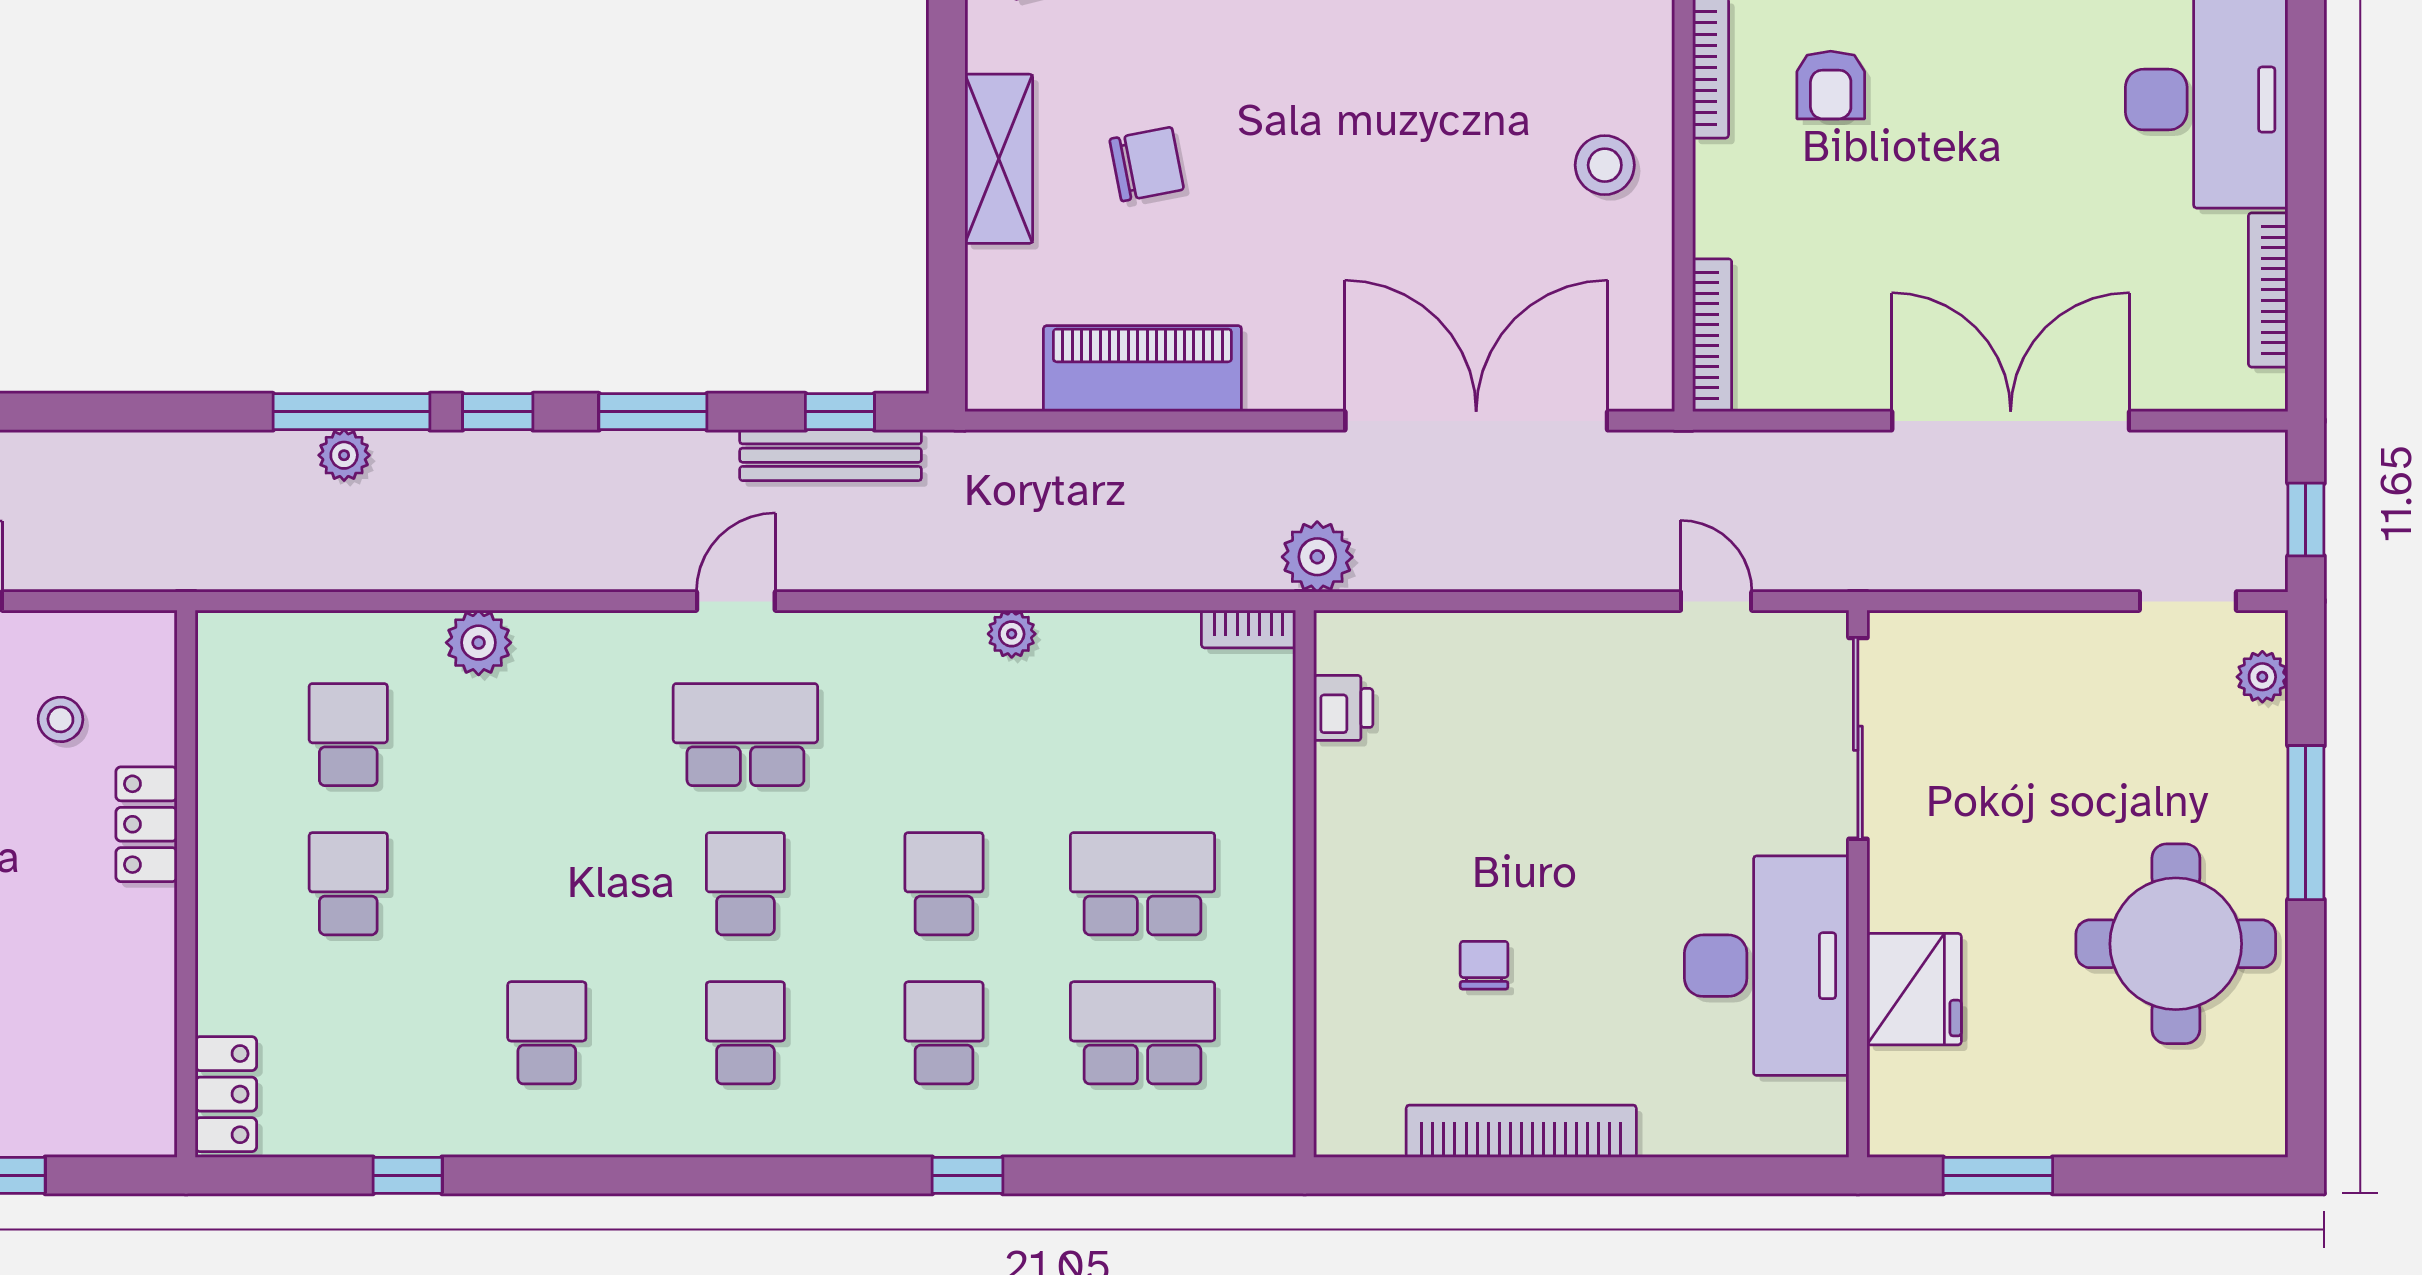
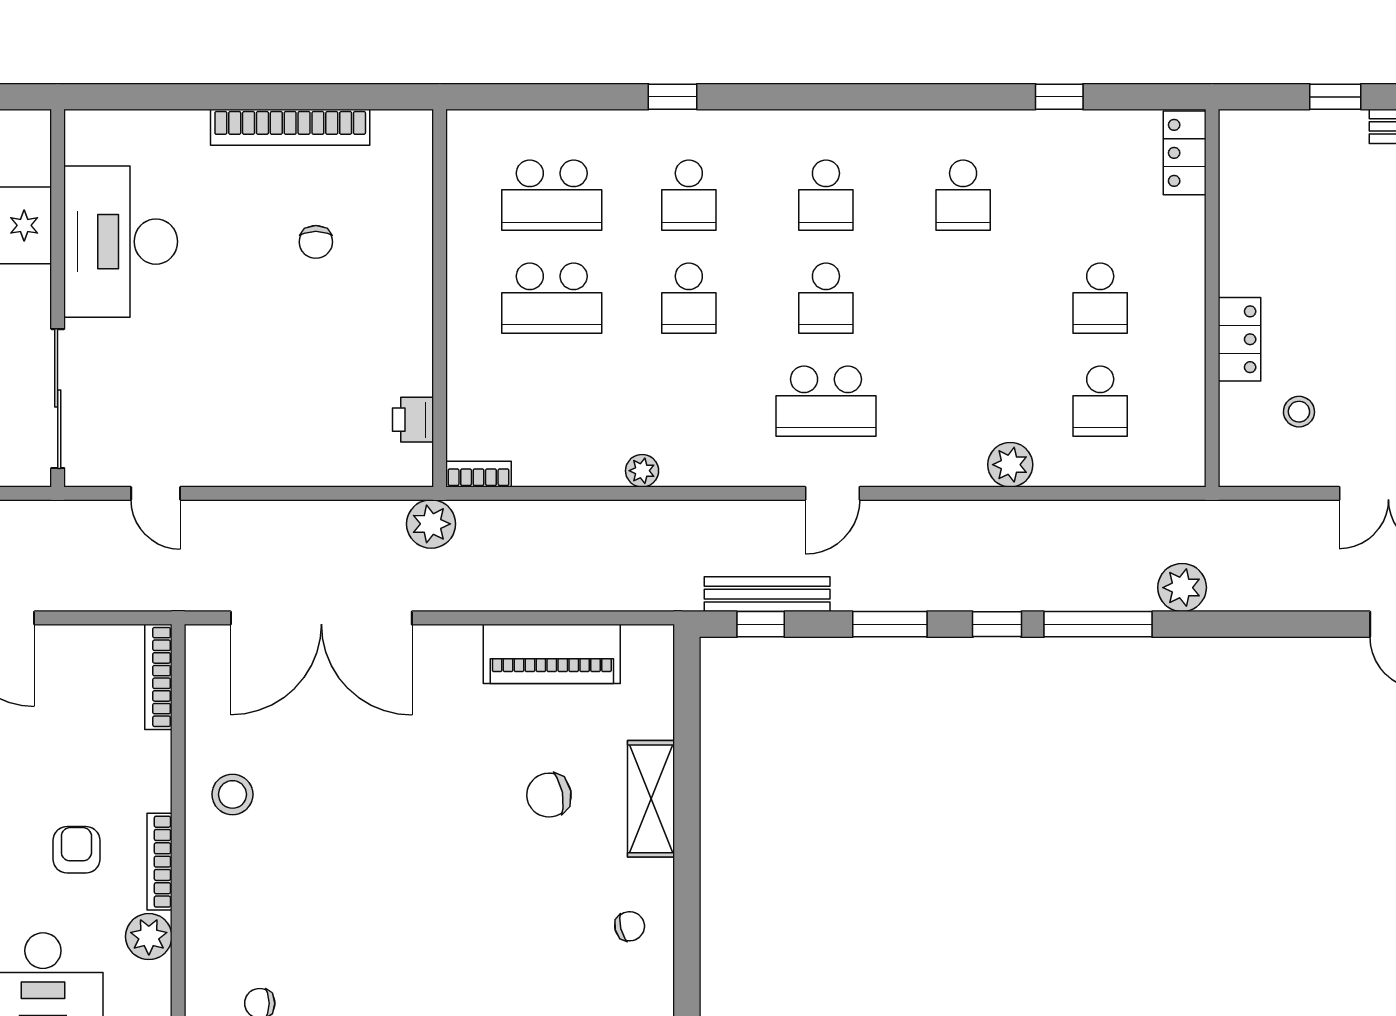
plant: (344, 455) -> (1182, 588), moved, width x1.38, depth x1.38

